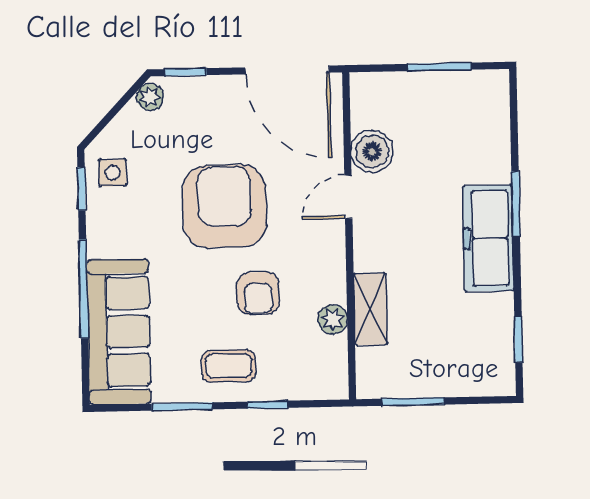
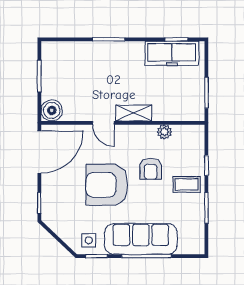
plant: (150, 97) -> (51, 221), removed
boiler: (372, 151) -> (52, 110), moved
freezer: (488, 238) -> (172, 53), moved
armchair: (258, 293) -> (151, 169), turned 90
shelving: (370, 309) -> (134, 113), moved
sofa: (119, 332) -> (141, 239), moved
coffee table: (229, 366) -> (187, 184), turned 90

